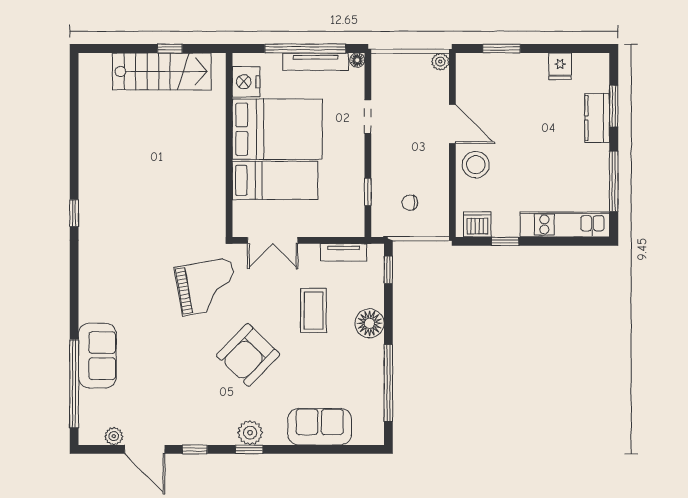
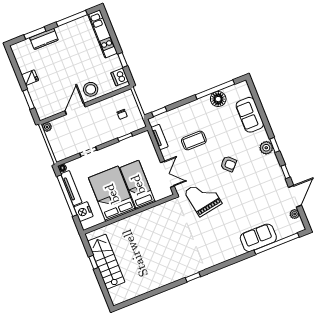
fridge: (560, 66) -> (30, 78), moved
nightstand: (246, 82) -> (83, 212), moved, turned 90
floor lamp: (370, 323) -> (218, 99), moved
armchair: (248, 355) -> (228, 164), width x0.53, depth x0.53

